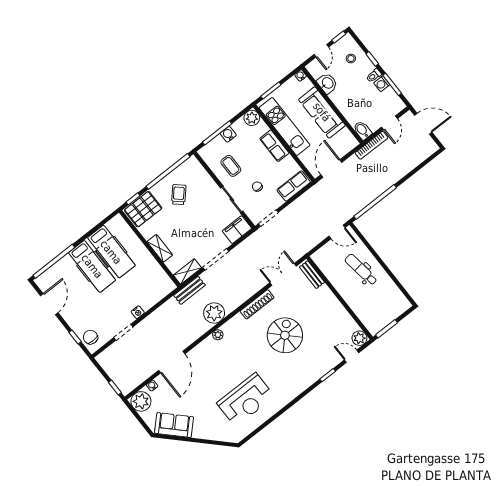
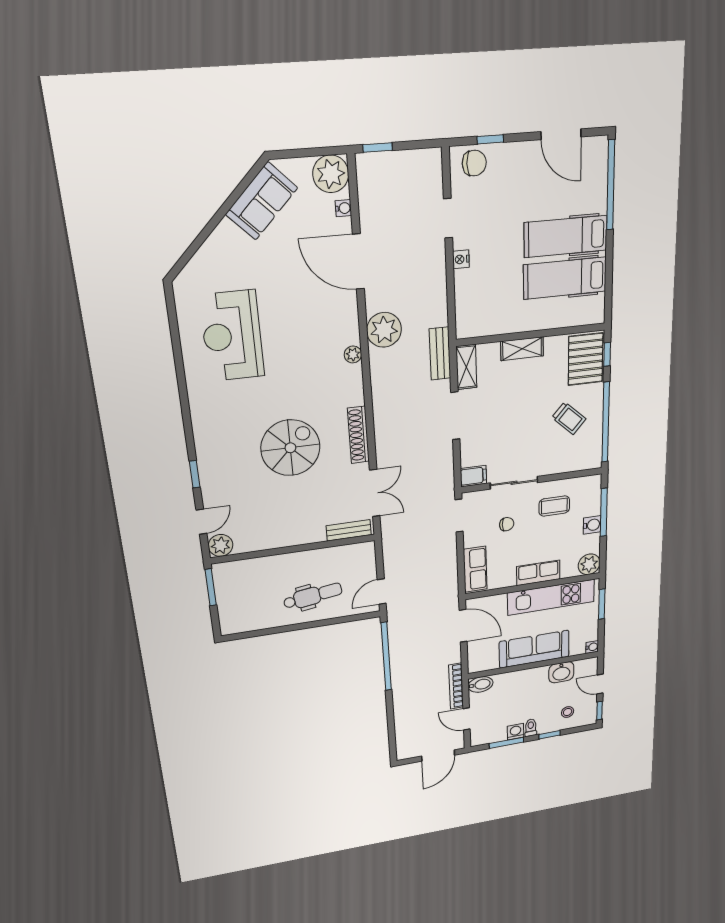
filing cabinet: (237, 230) -> (473, 476), width x0.50
plant: (214, 313) -> (384, 330), moved
spiral stairs: (285, 335) -> (290, 448), turned -90

